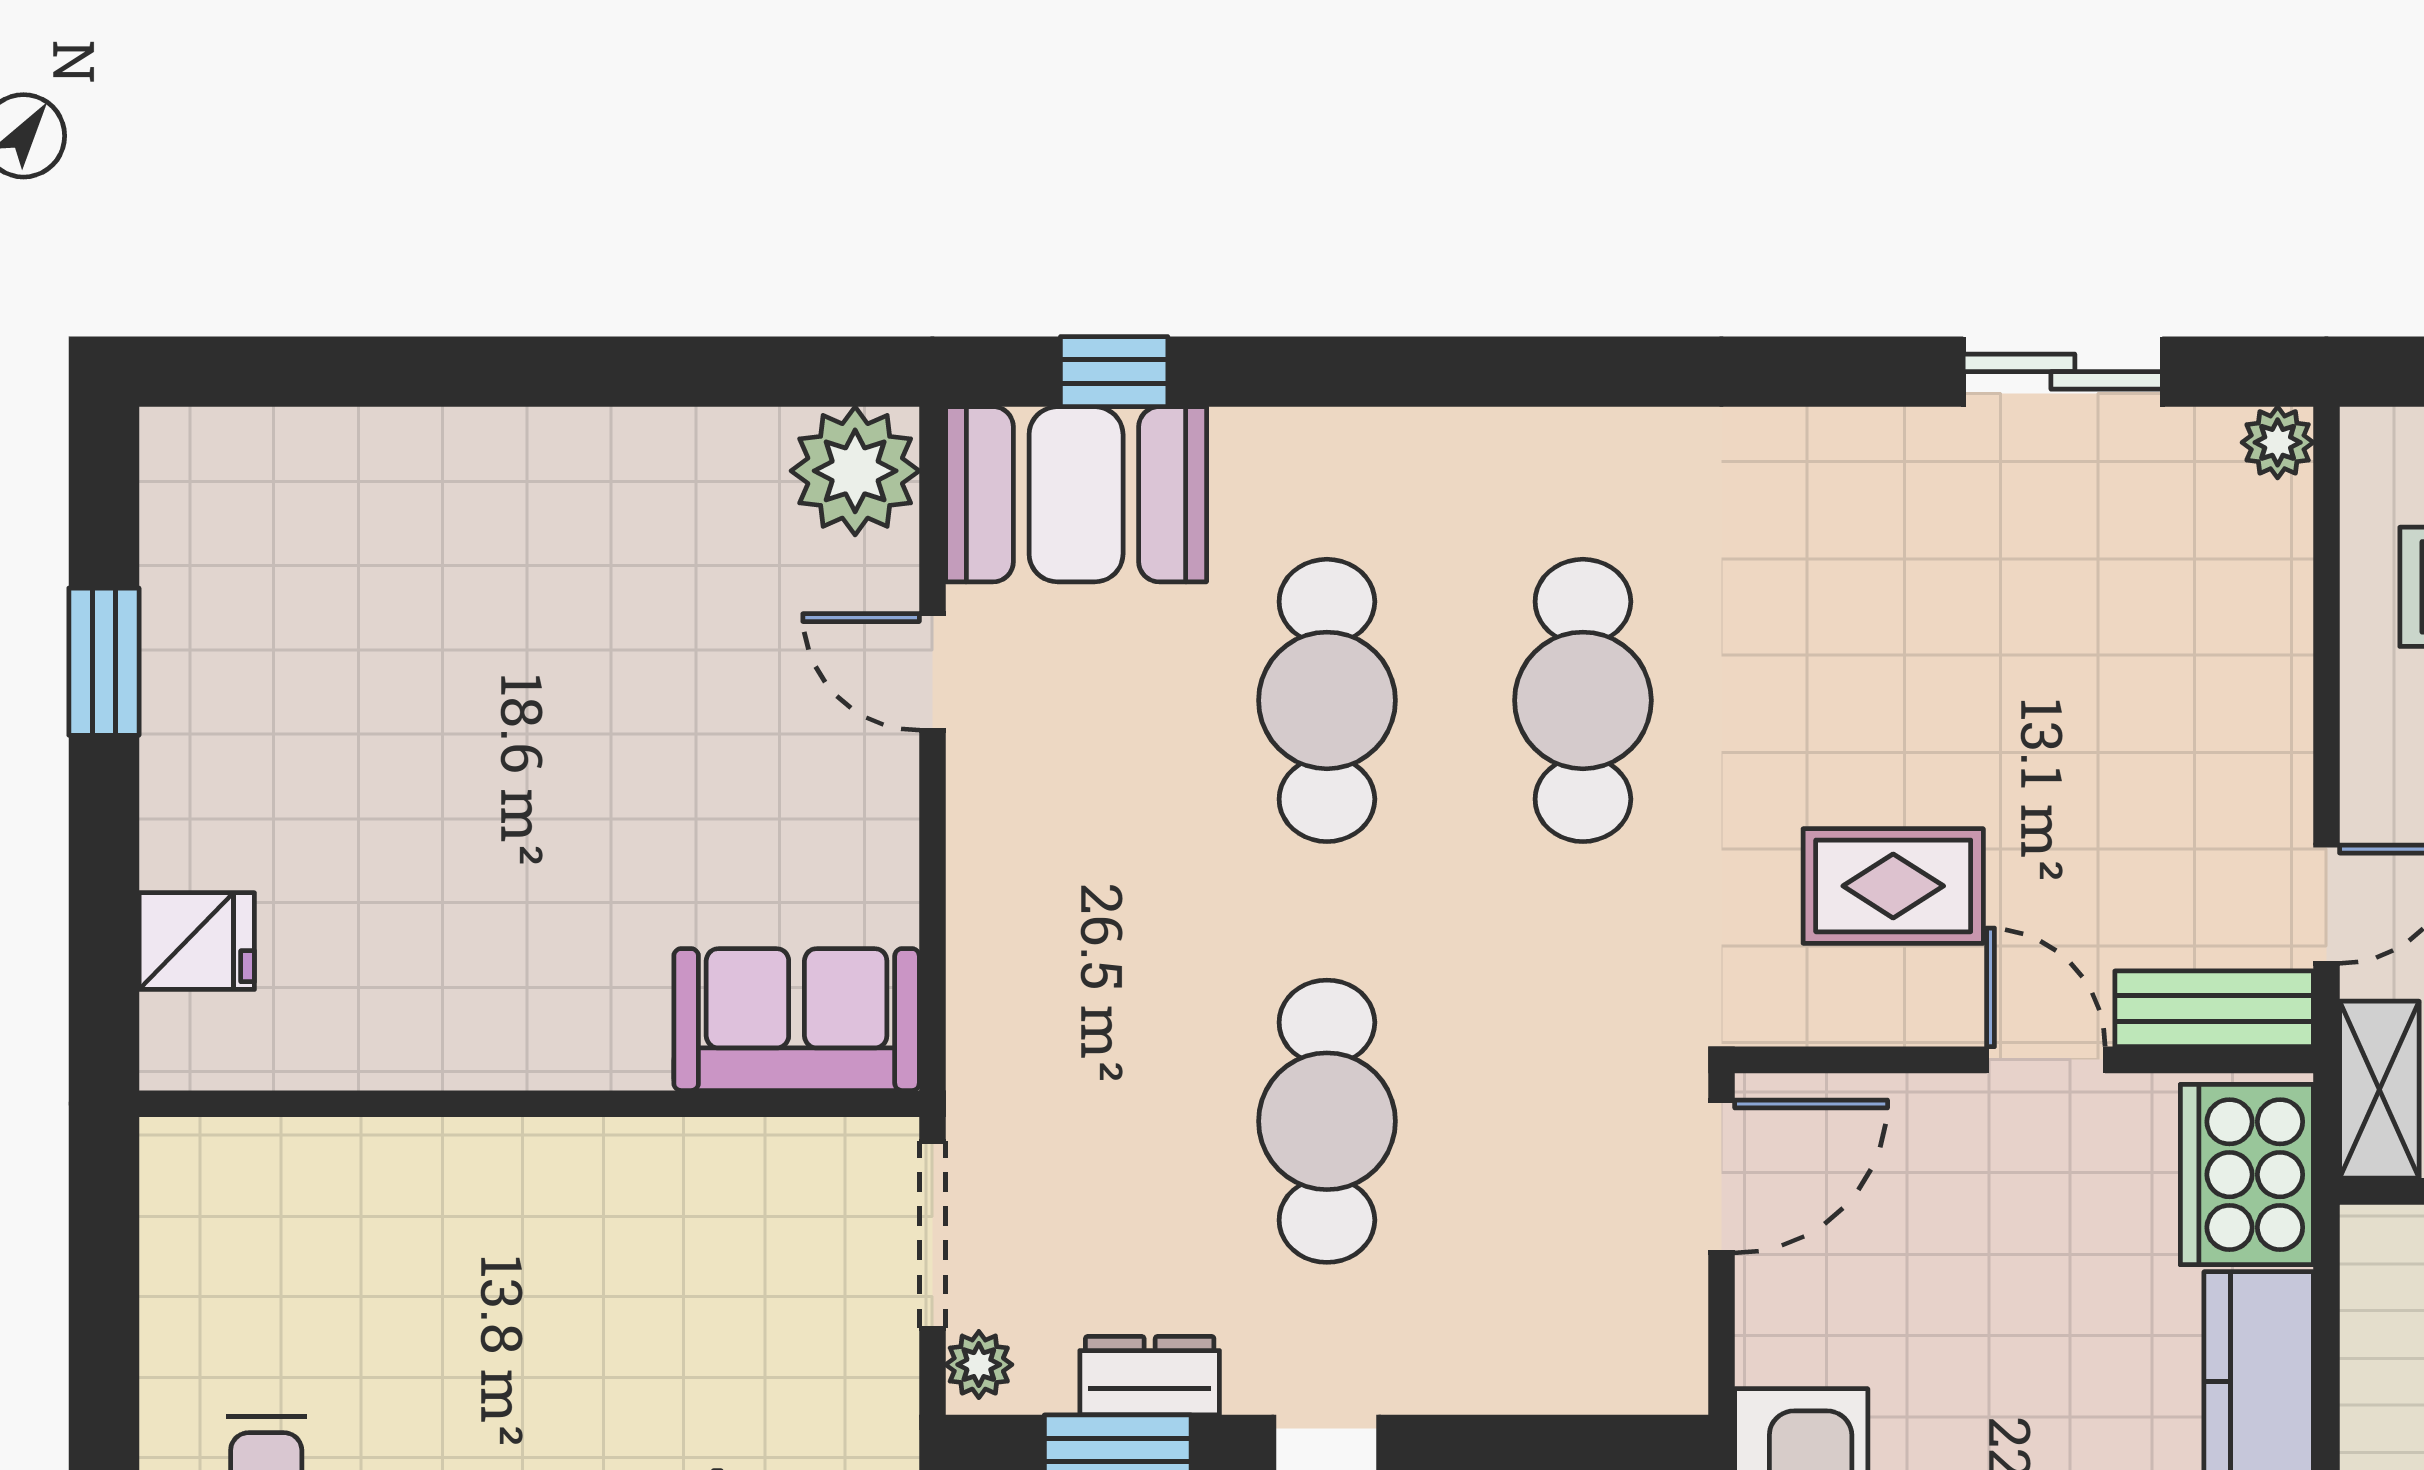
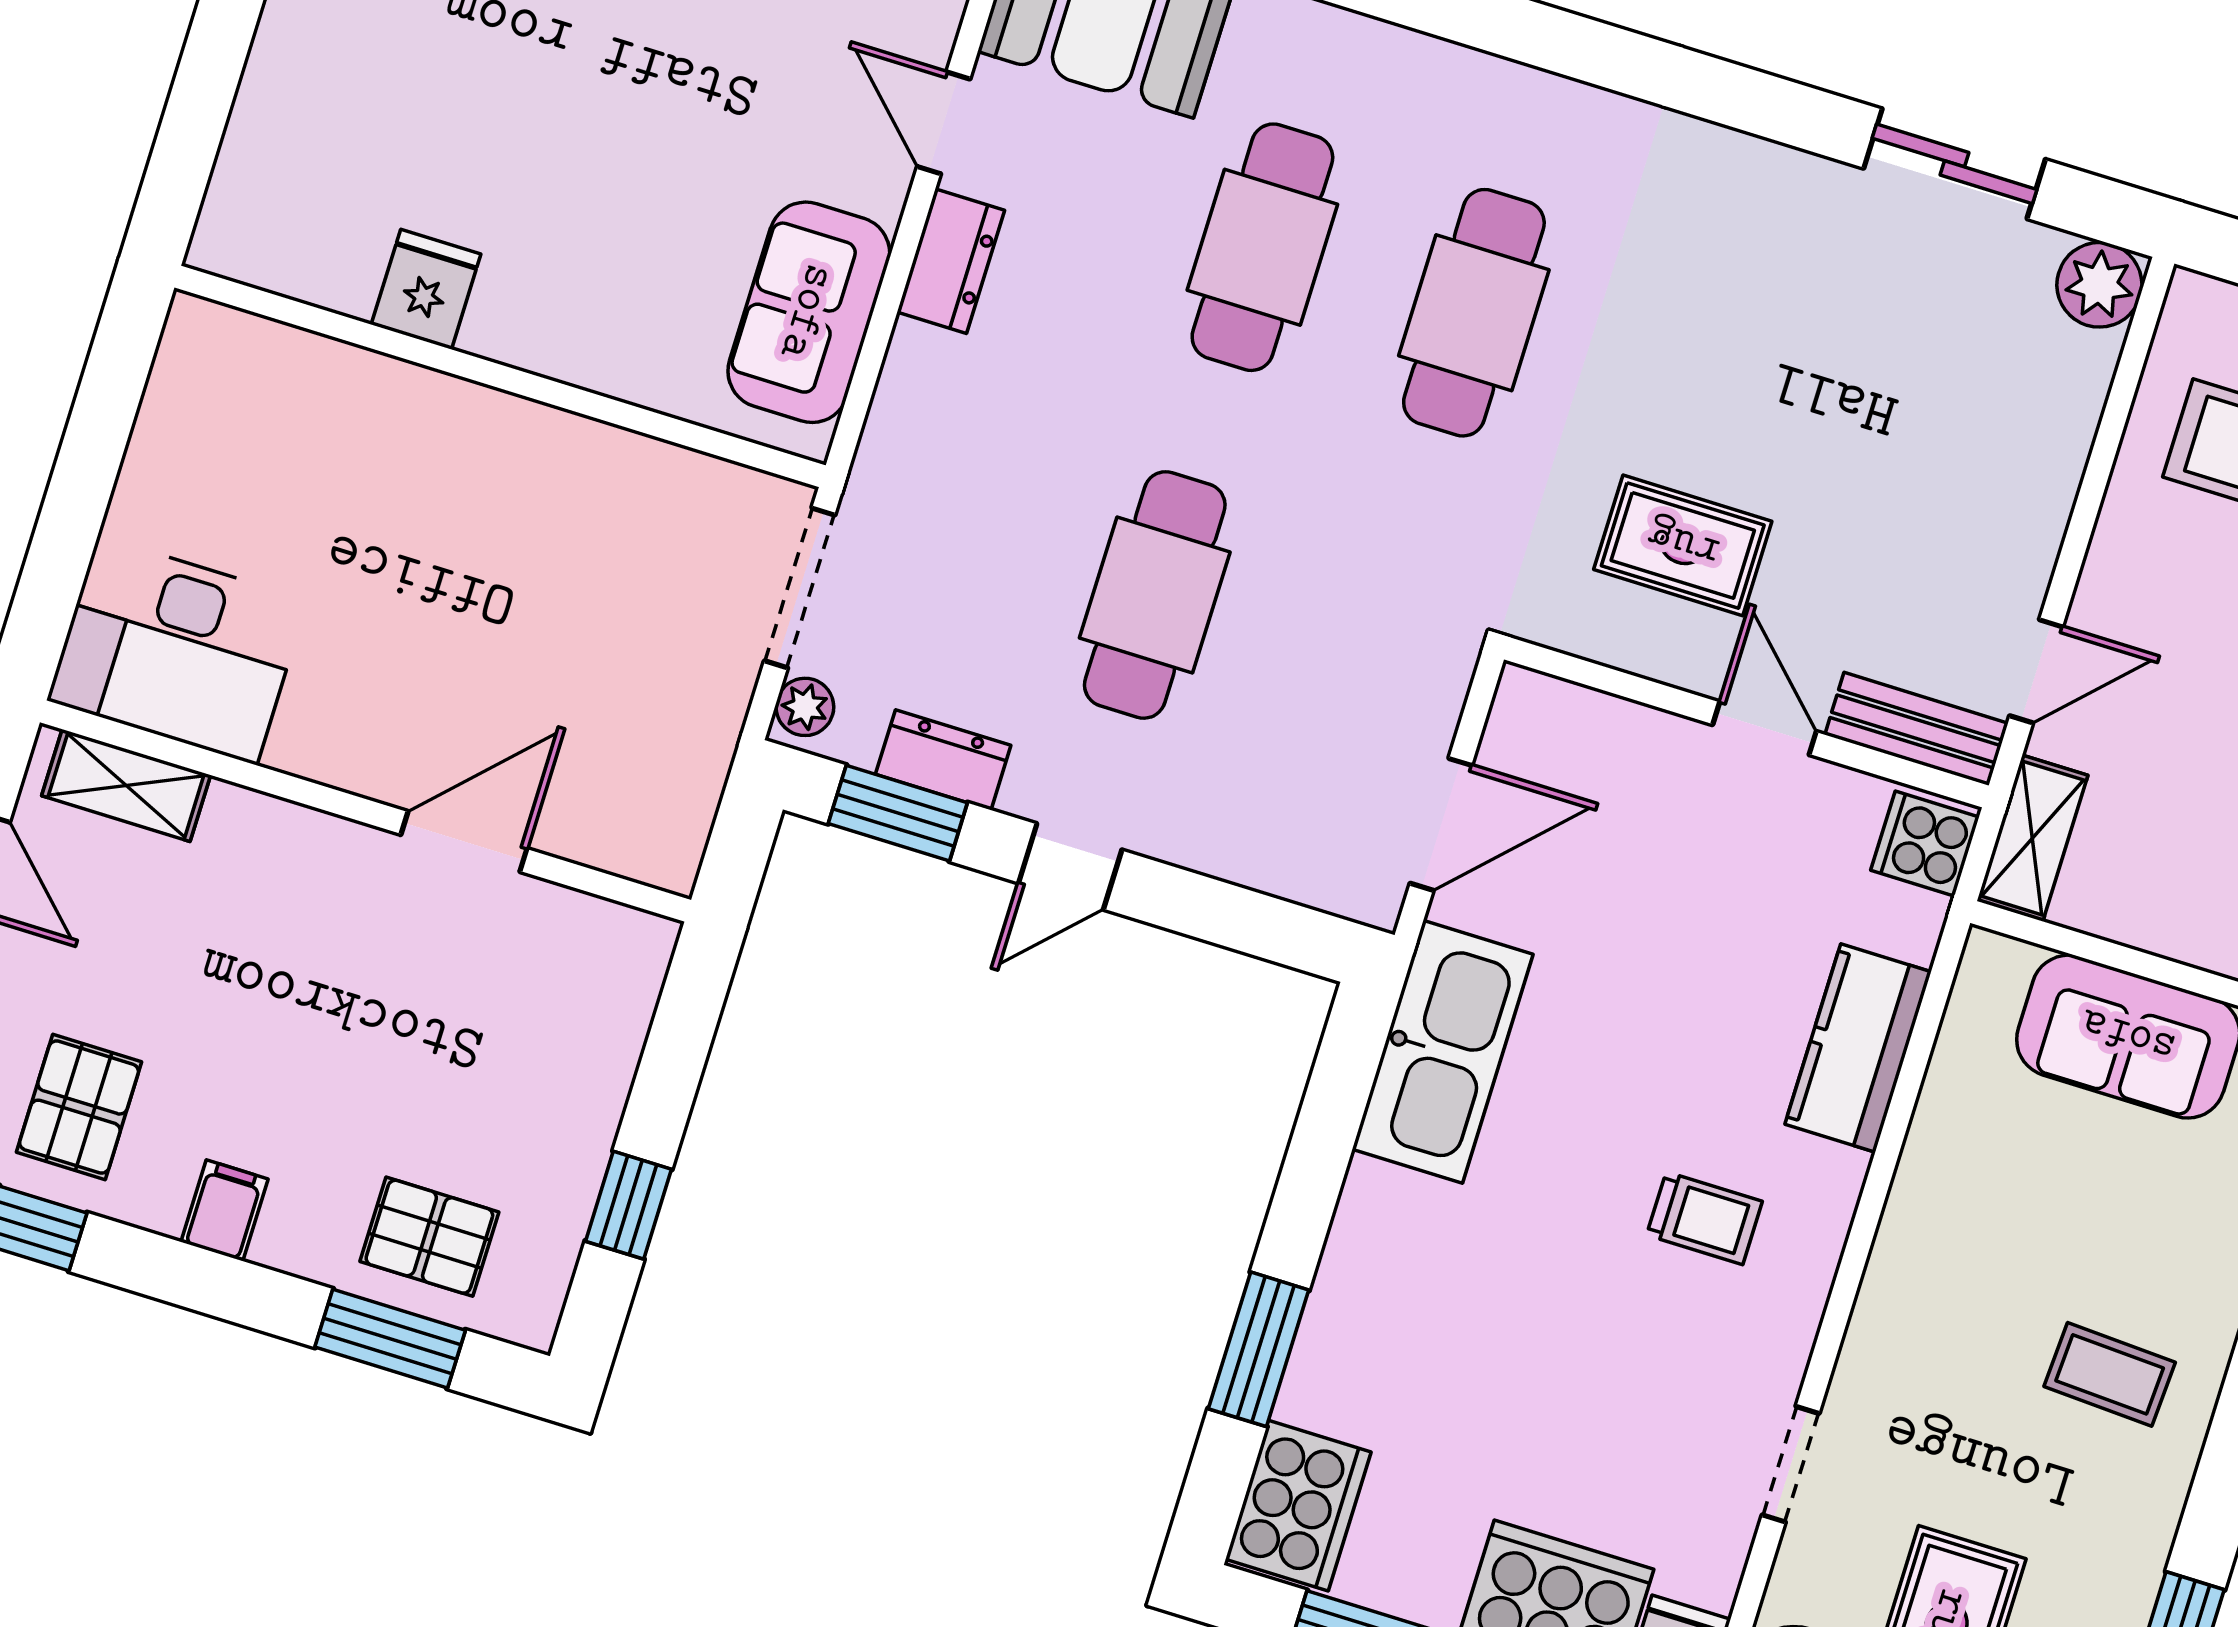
plant: (2278, 442) -> (2099, 285), width x1.38, depth x1.38
dresser: (988, 822) -> (951, 261), added
fridge: (197, 941) -> (426, 289), moved, turned -90
sofa: (797, 1020) -> (809, 312), moved, turned -90
cooker: (2247, 1175) -> (1925, 844), width x0.53, depth x0.76
door: (1721, 1177) -> (1441, 824), moved

